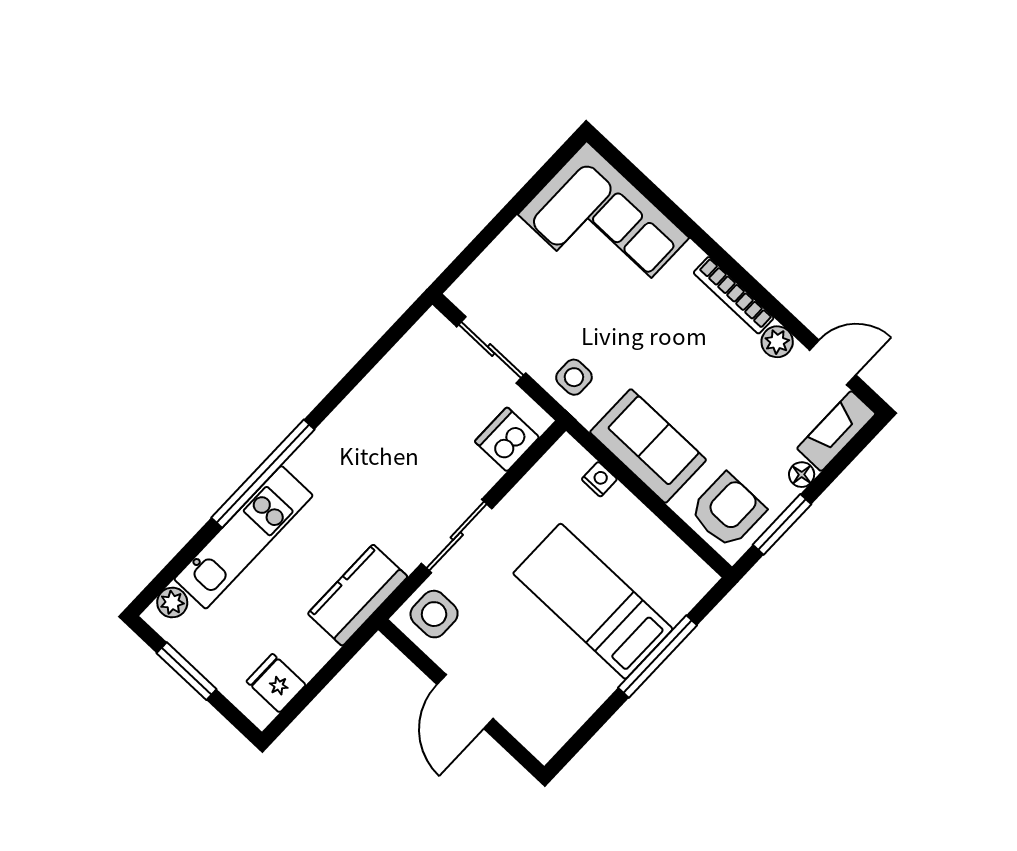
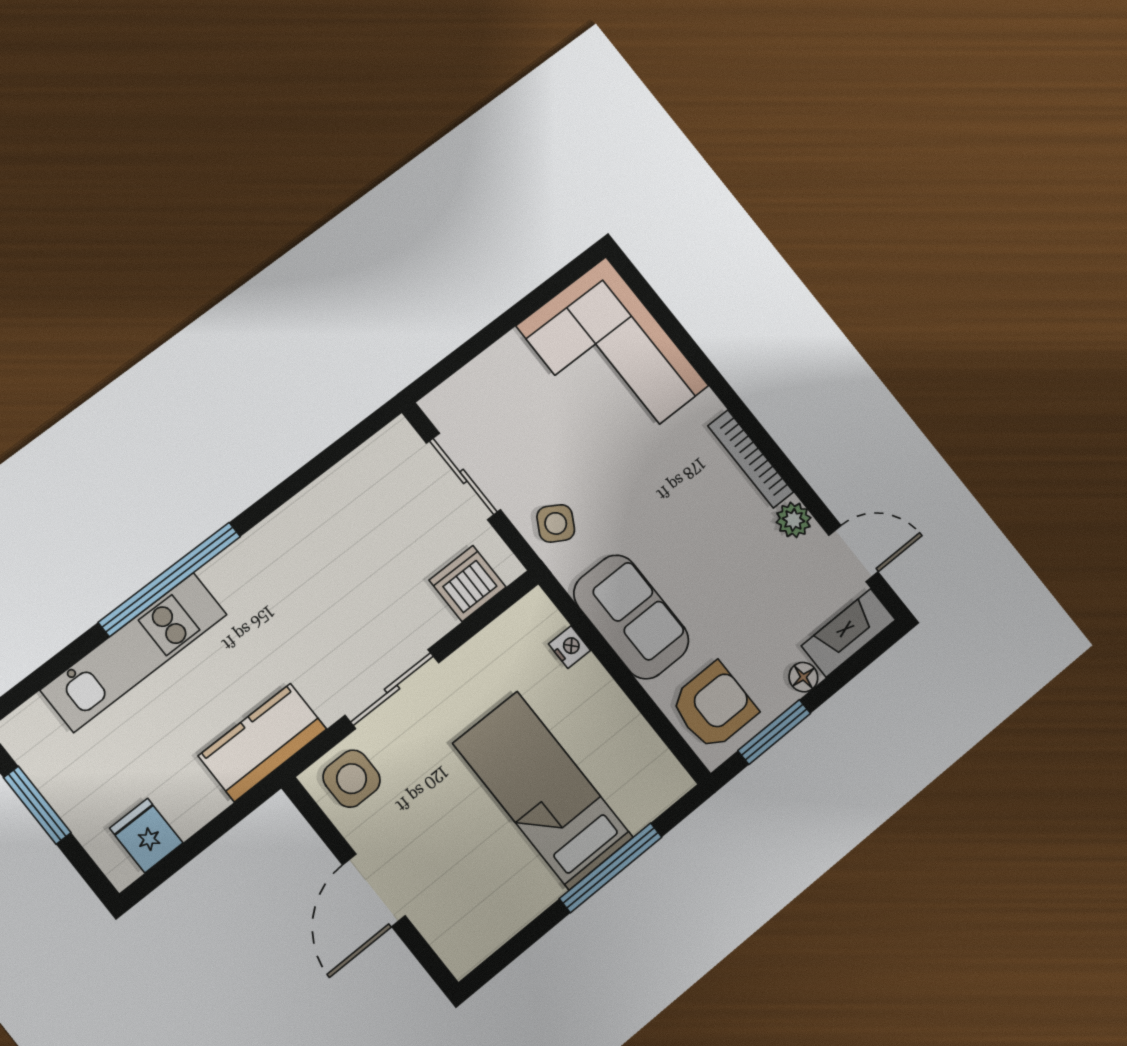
side table: (574, 377) -> (556, 523), turned 30
plant: (172, 603) -> (33, 718), removed

